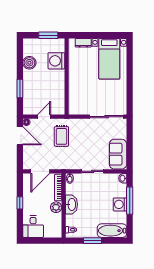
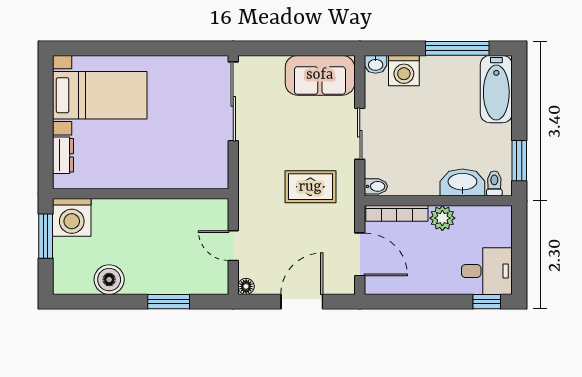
washing machine: (56, 61) -> (72, 217), moved
door: (20, 136) -> (302, 302), moved
rug: (61, 136) -> (310, 187), moved
window: (130, 201) -> (457, 48), moved
window: (20, 203) -> (487, 302), moved
washbasin: (72, 204) -> (462, 182), moved
washing machine: (120, 204) -> (404, 71), moved
window: (93, 241) -> (519, 161), moved

